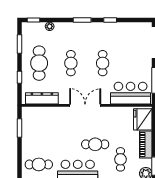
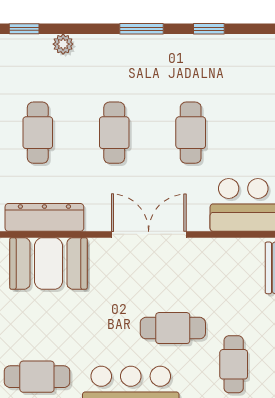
cafe table: (39, 63) -> (38, 133), width x0.73, depth x0.74
booth: (44, 117) -> (49, 263), added

